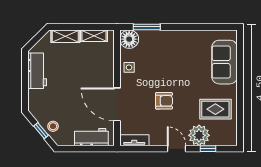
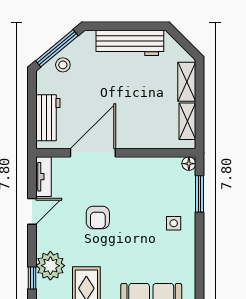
floor lamp: (129, 39) -> (189, 164), width x0.53, depth x0.53
side table: (129, 67) -> (174, 223), moved
workbench: (37, 71) -> (130, 43), width x1.38
window: (41, 131) -> (57, 48), width x2.17
door: (176, 149) -> (32, 211), moved

